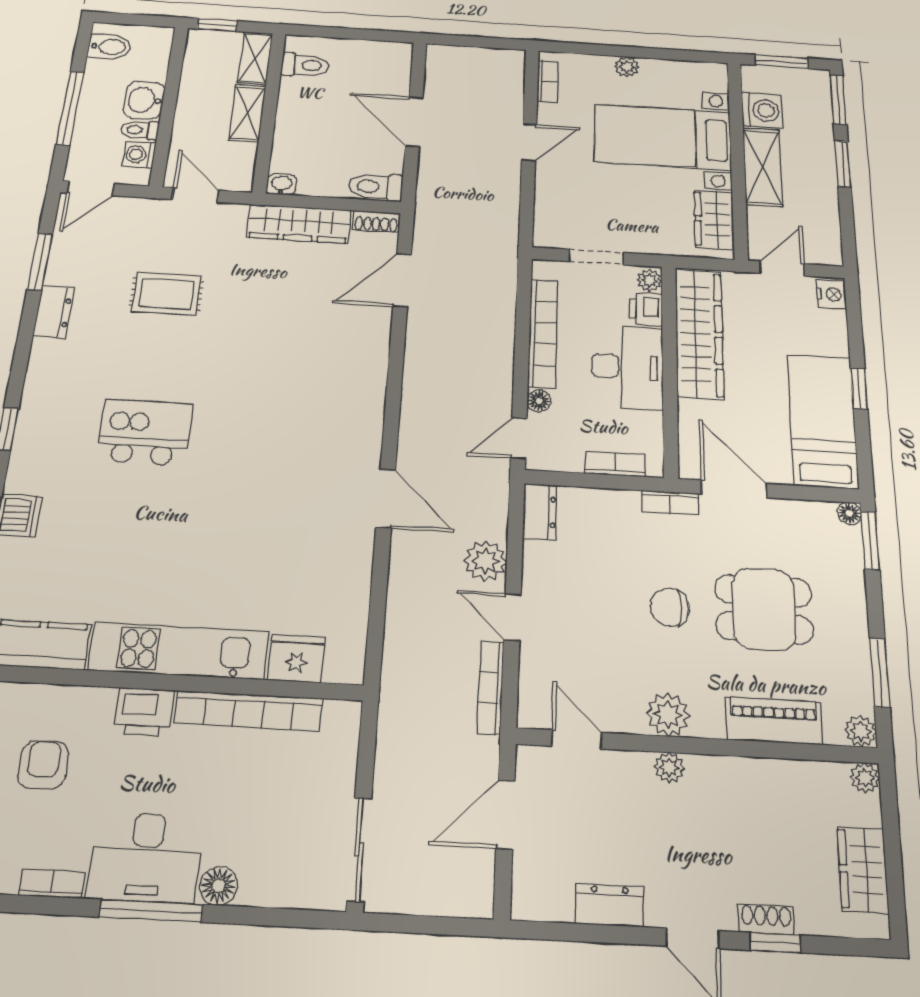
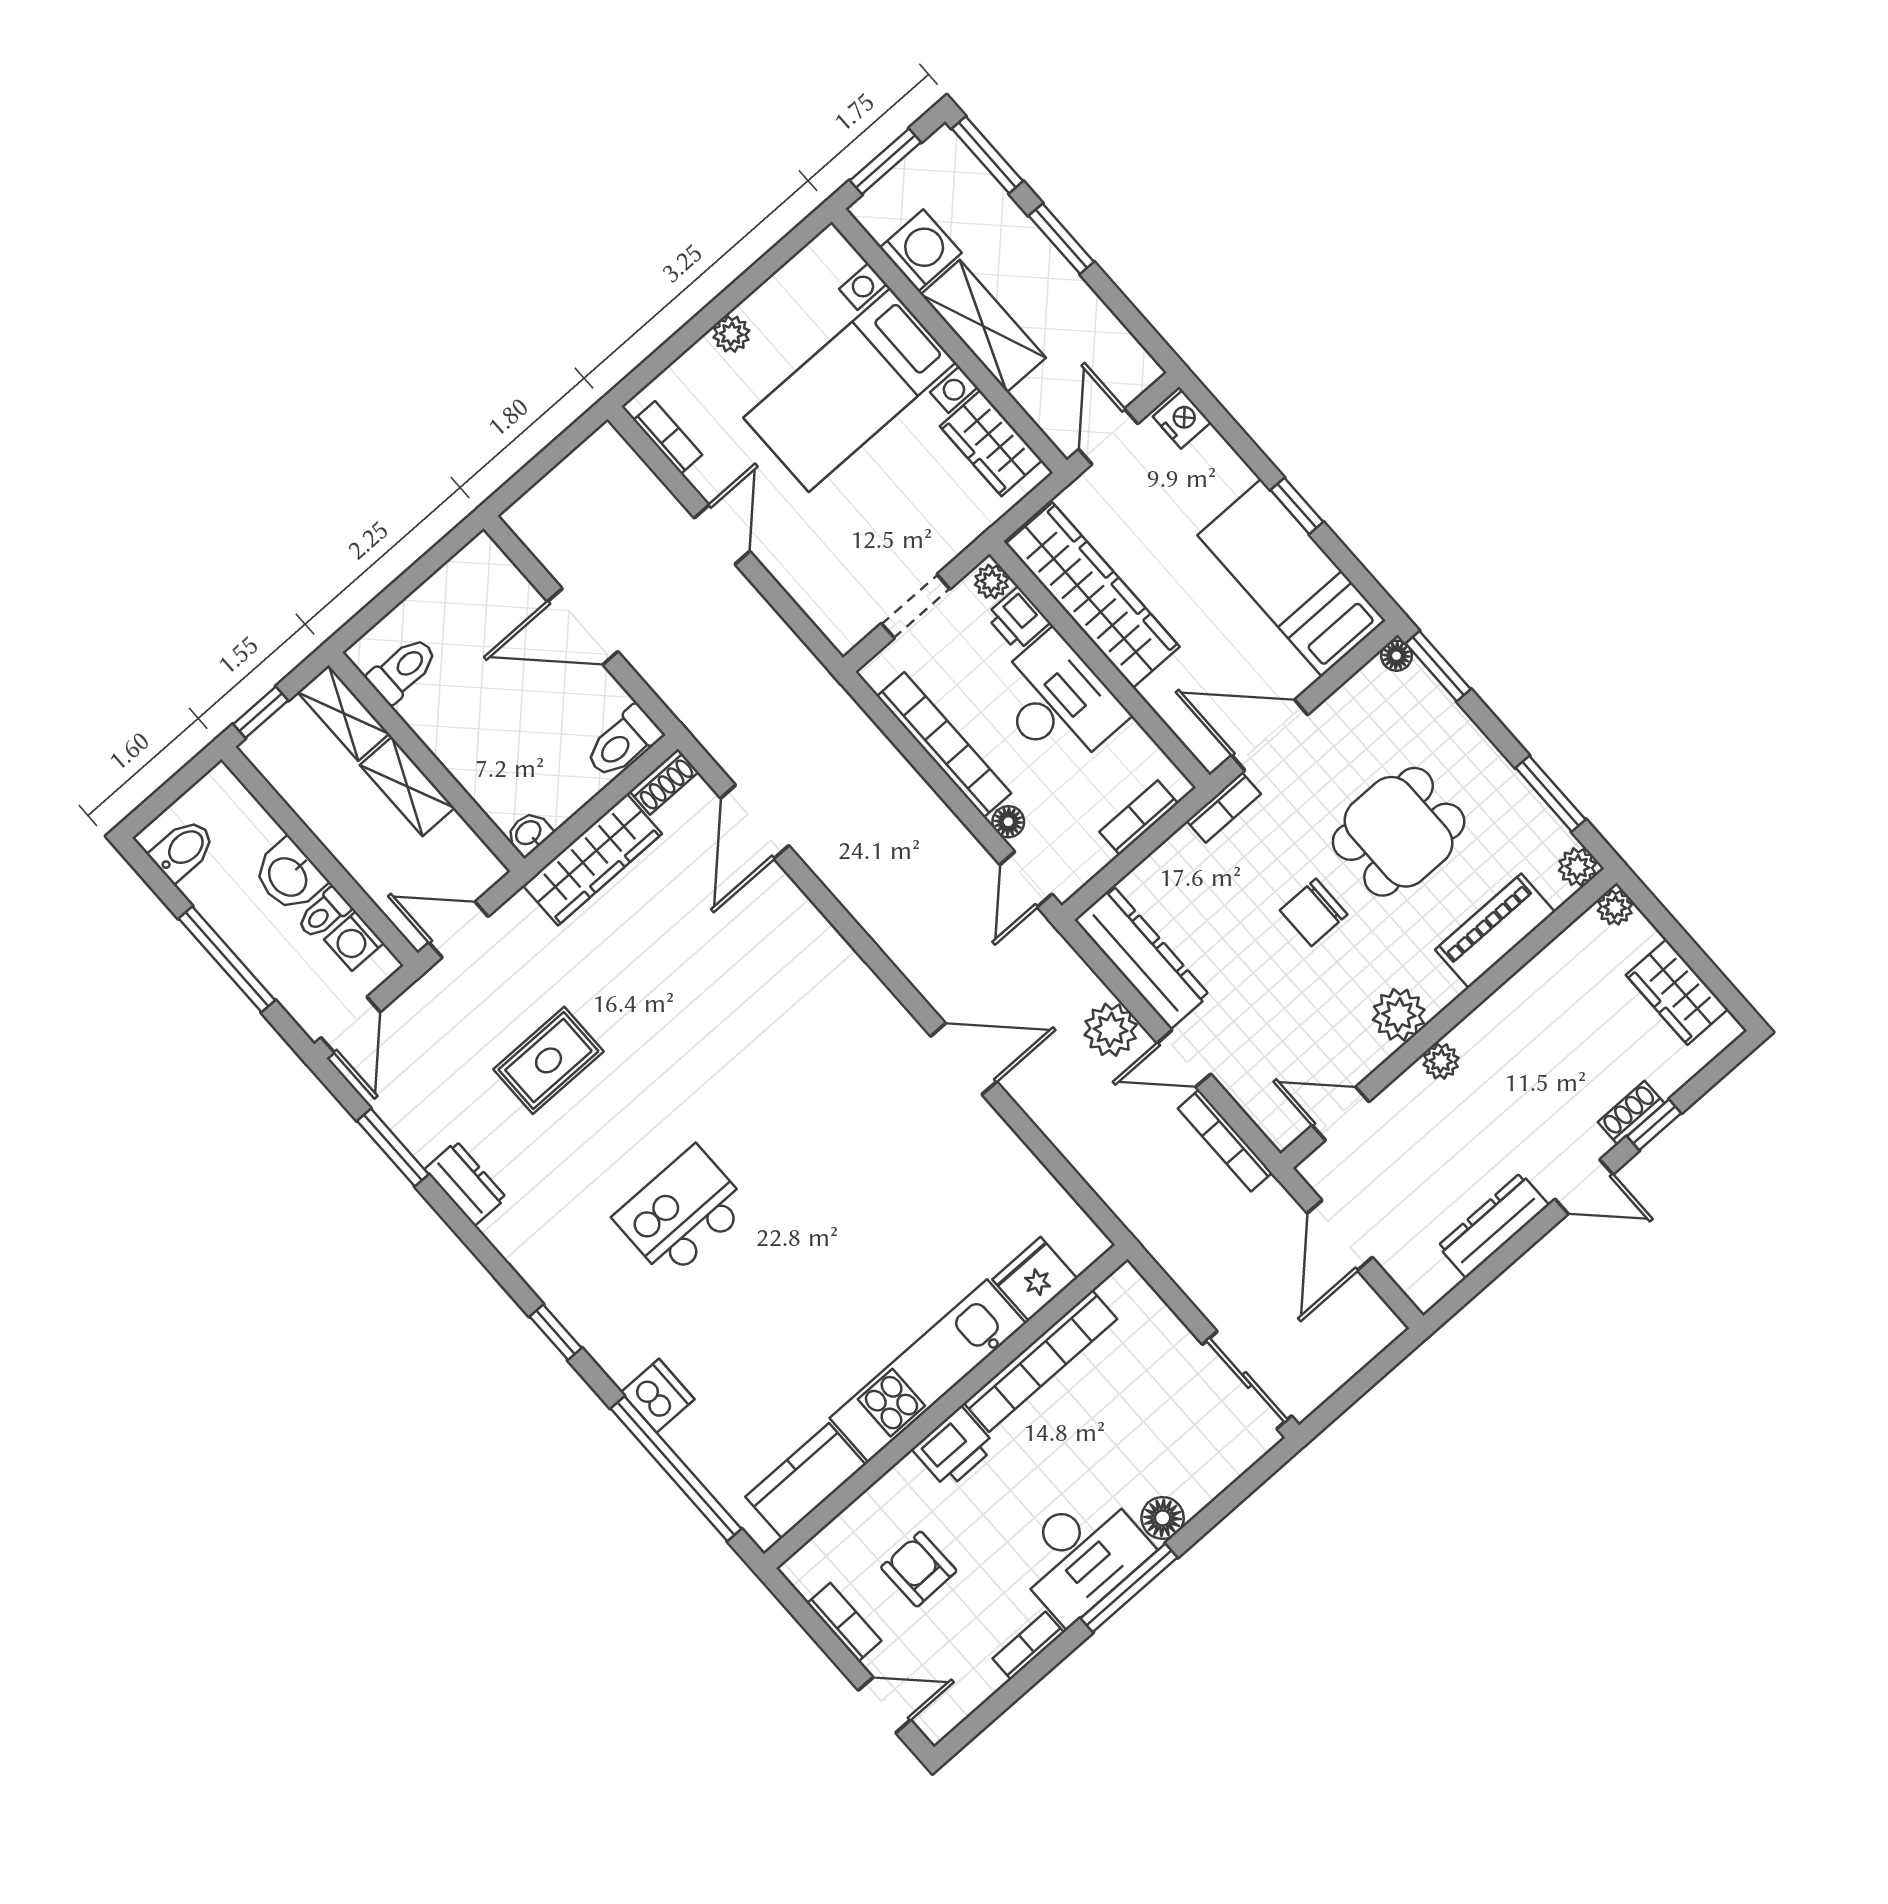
dresser: (540, 512) -> (1142, 957), width x1.96, depth x1.24
dresser: (610, 905) -> (1493, 1225), width x1.44

